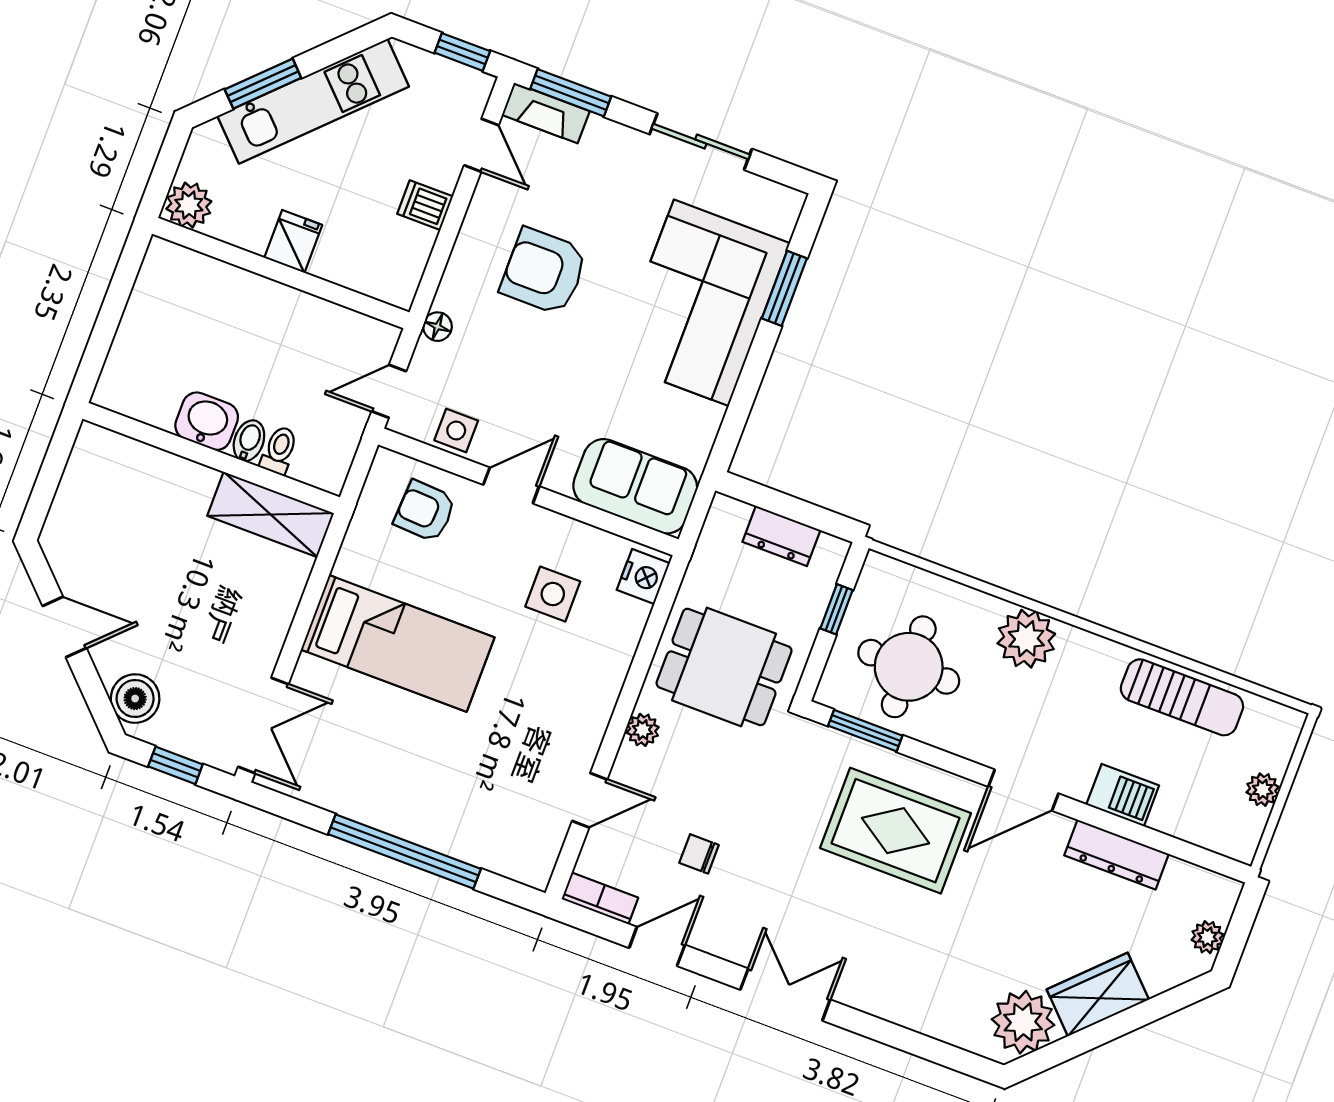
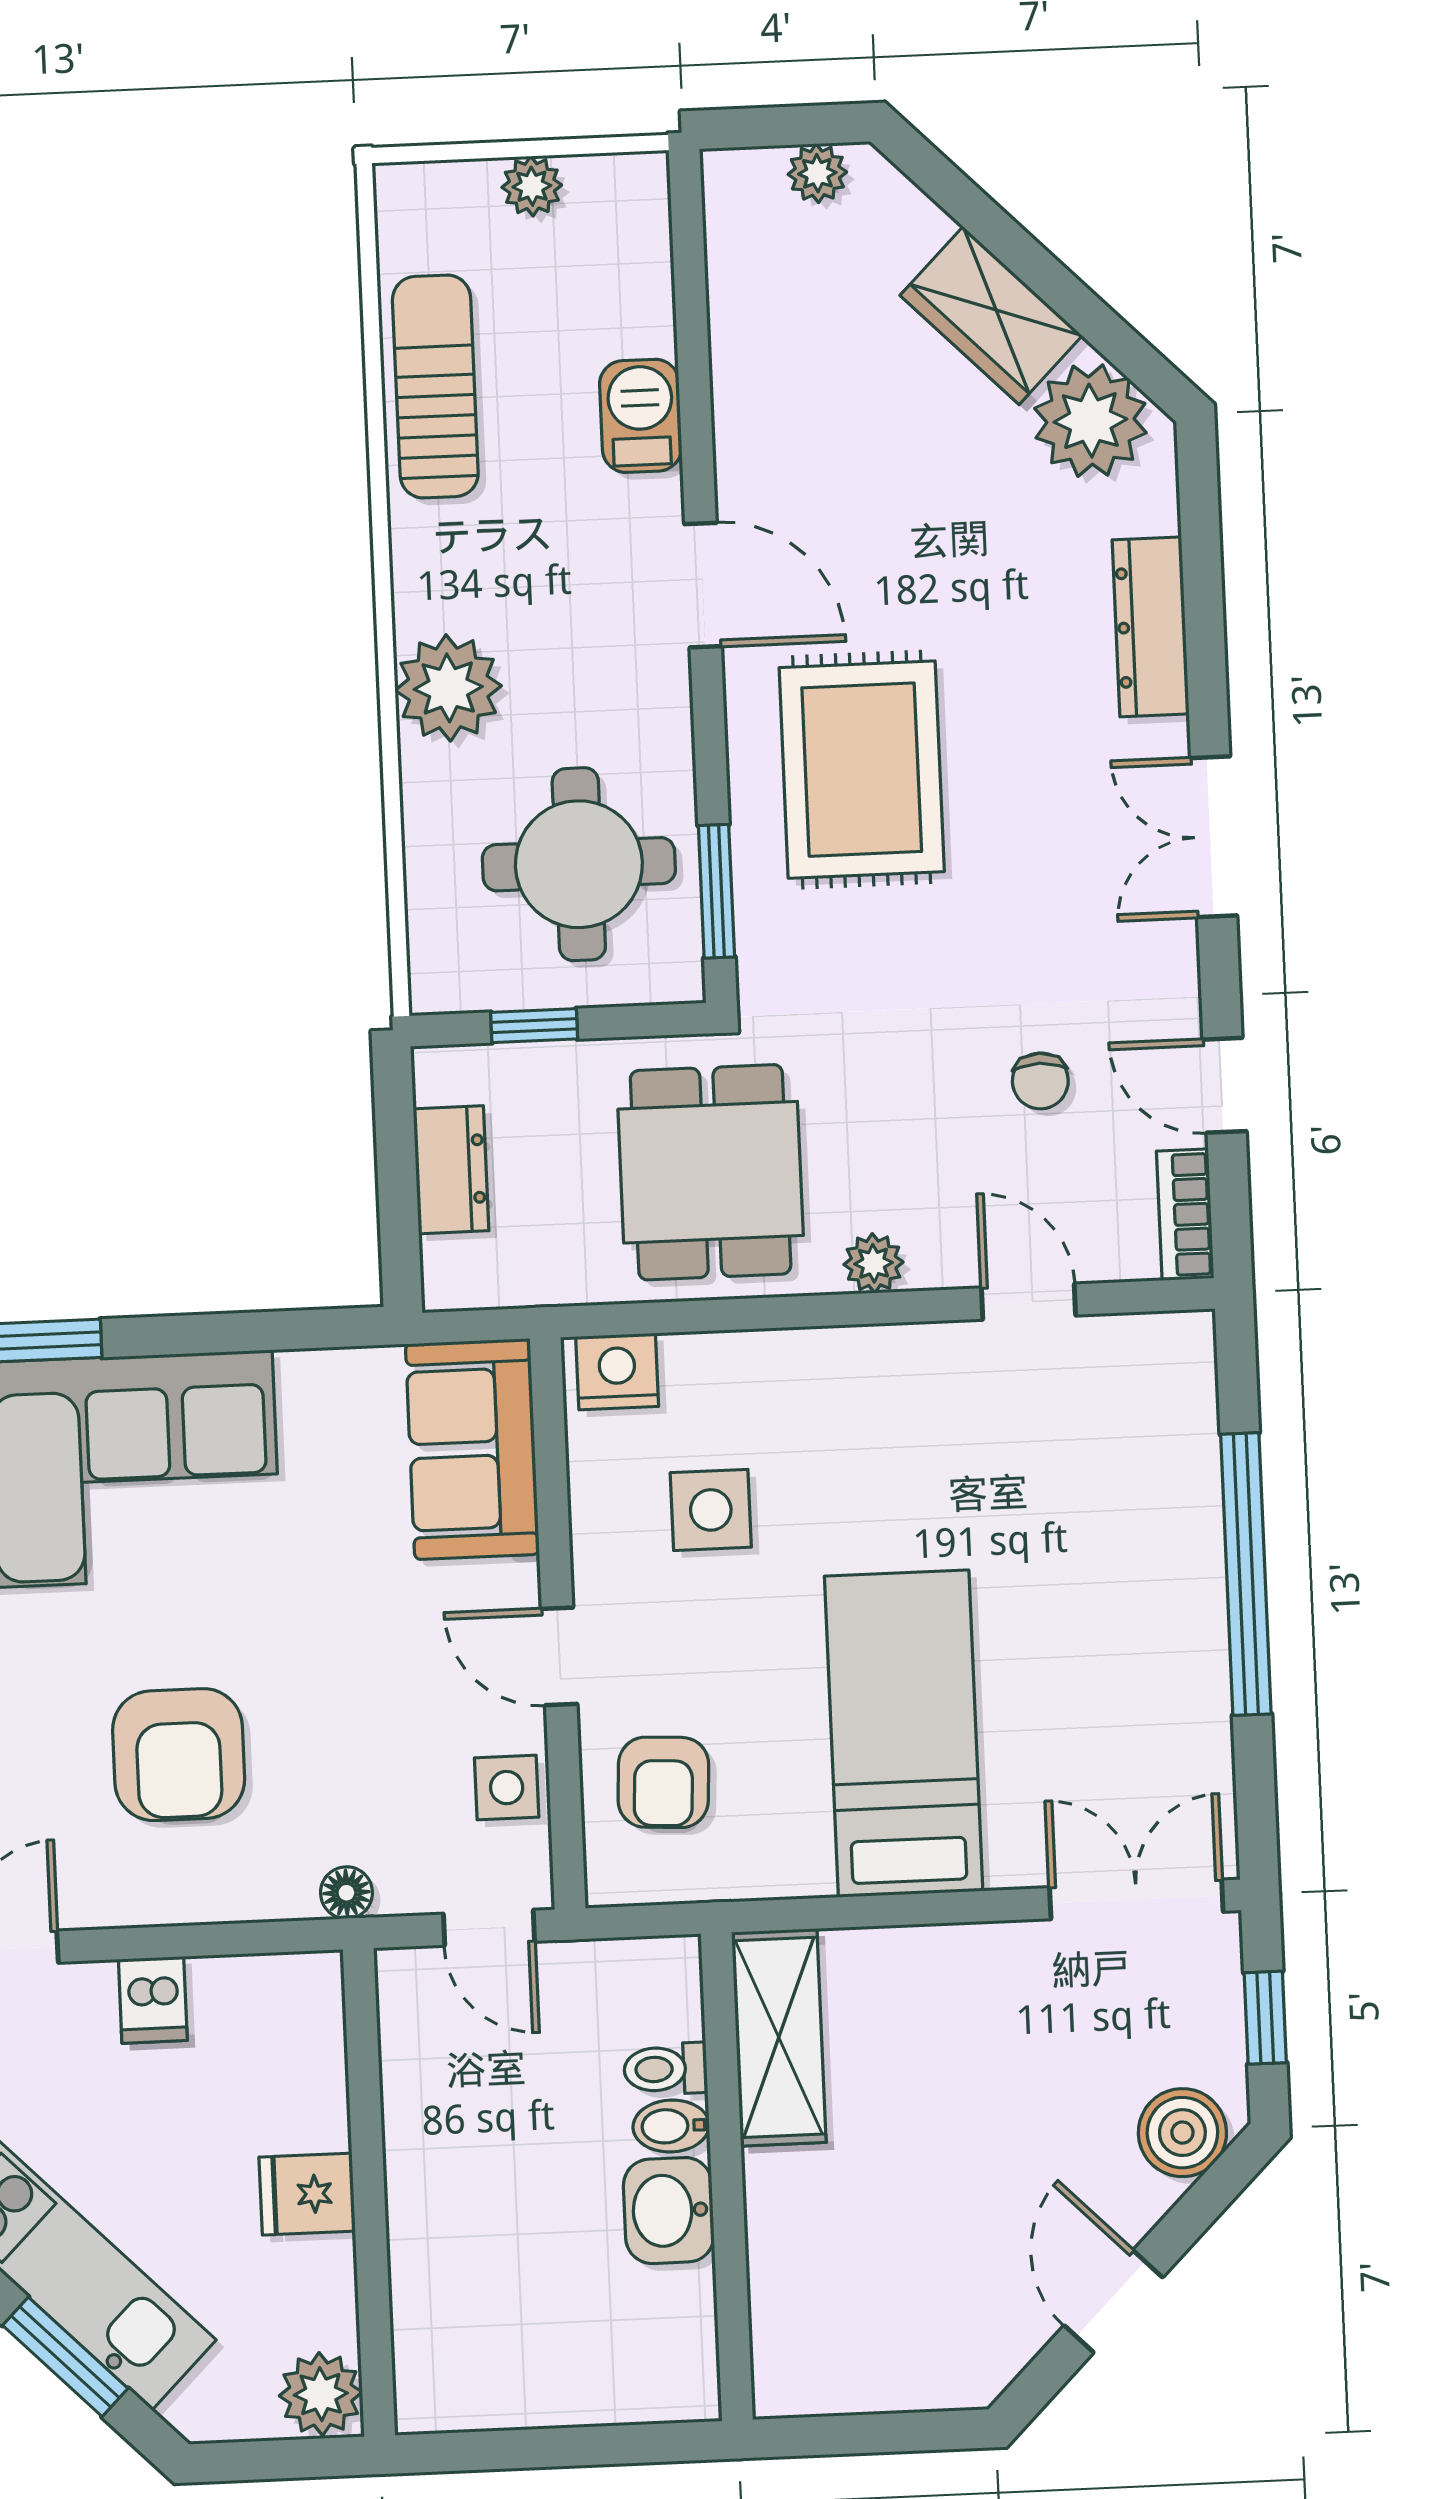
dresser: (1117, 855) -> (1151, 627), moved, turned 180

